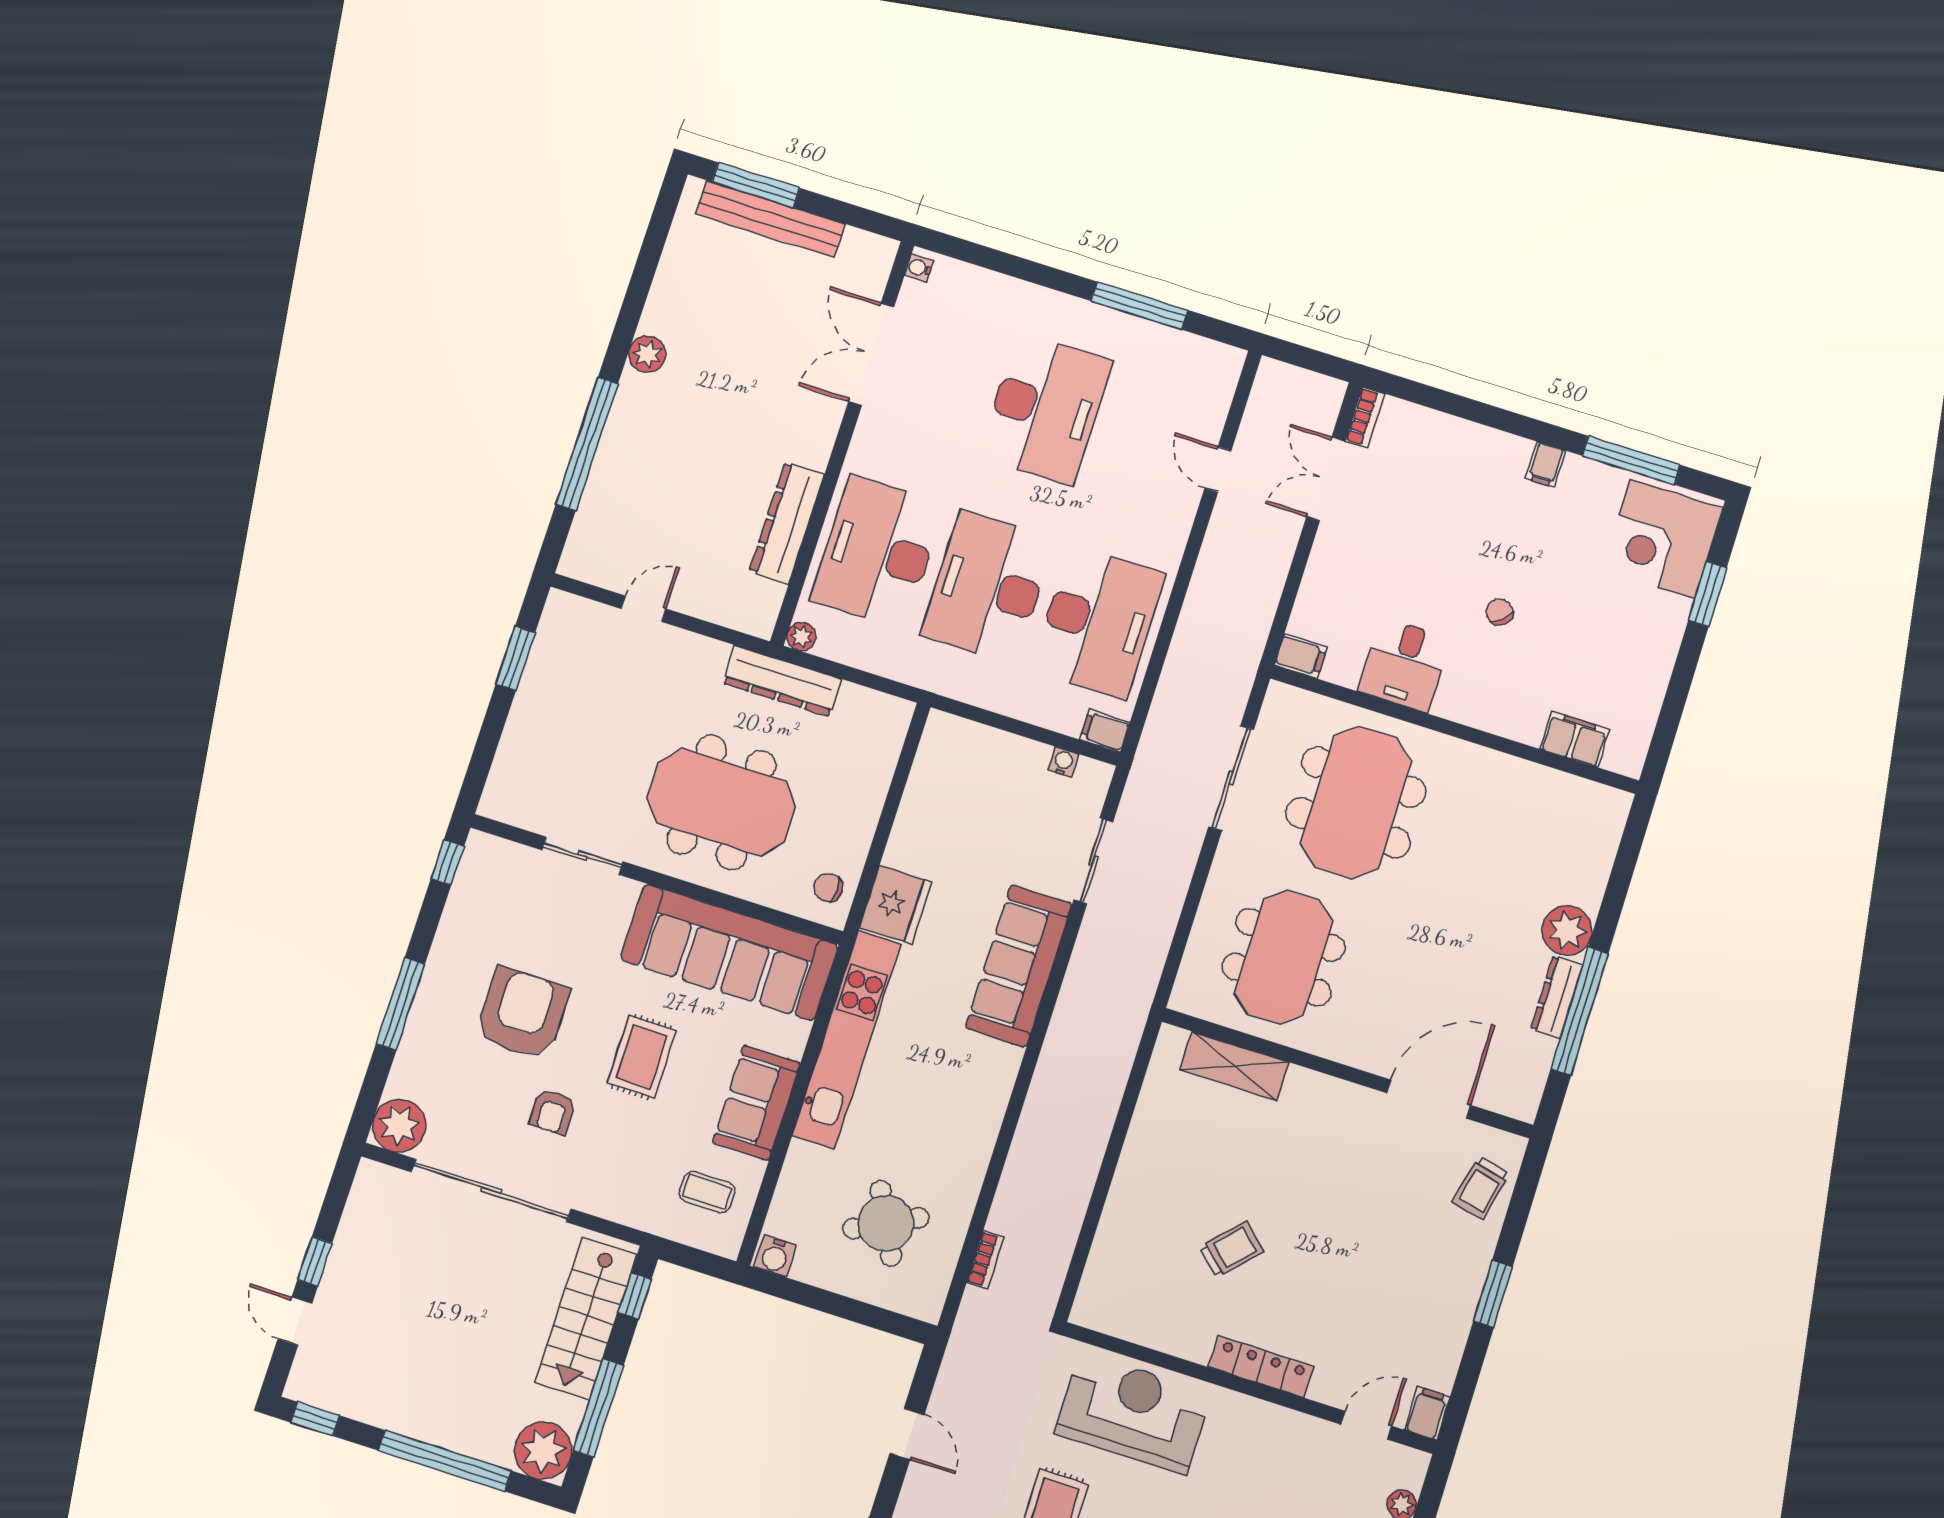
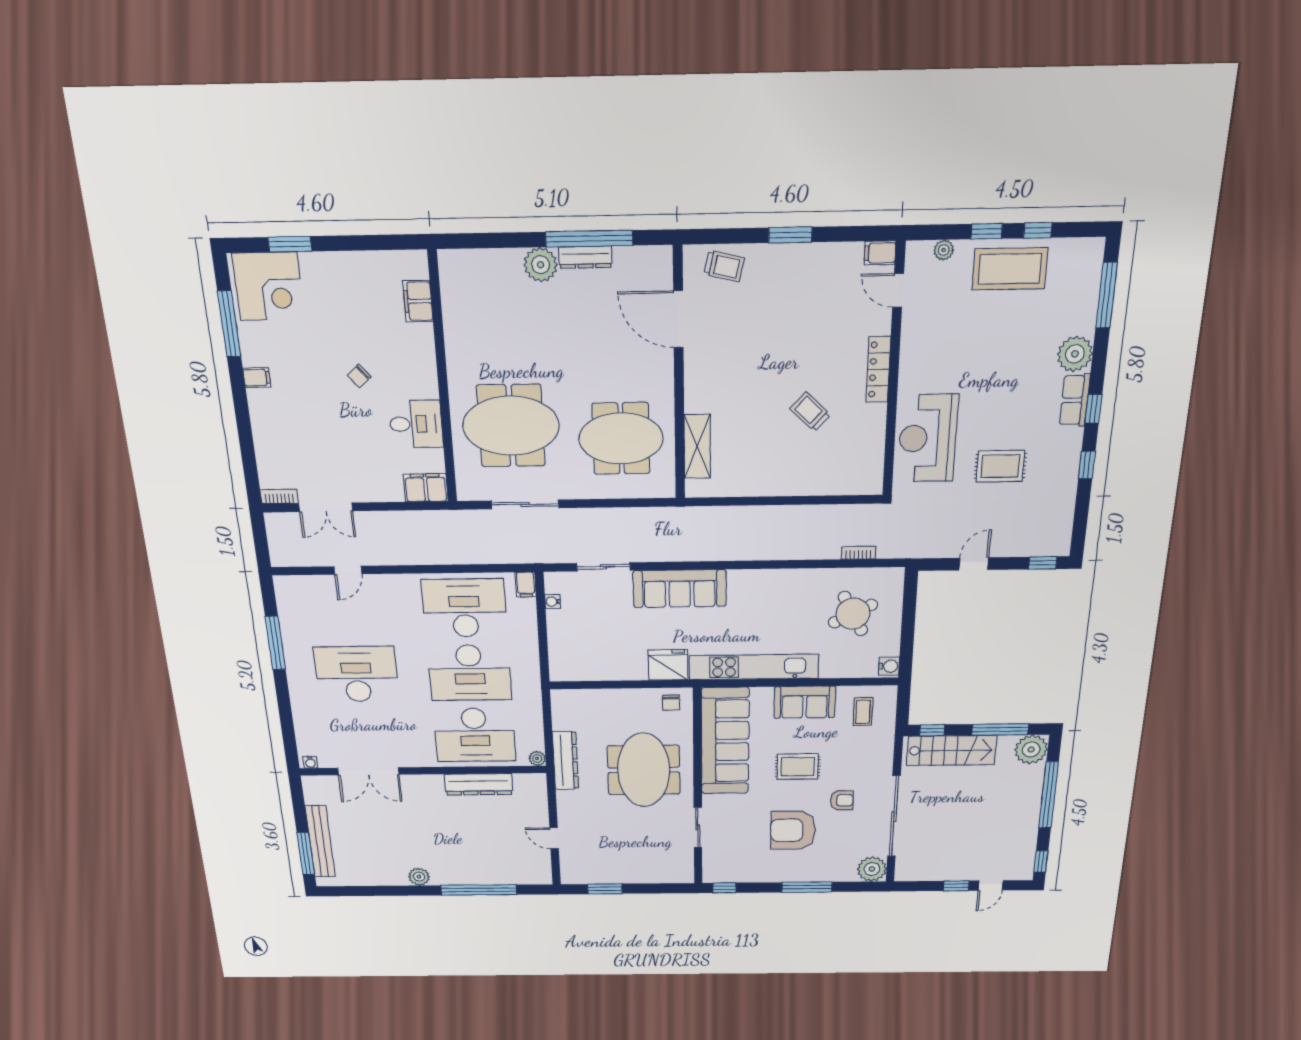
filing cabinet: (1301, 656) -> (426, 488), width x2.00

